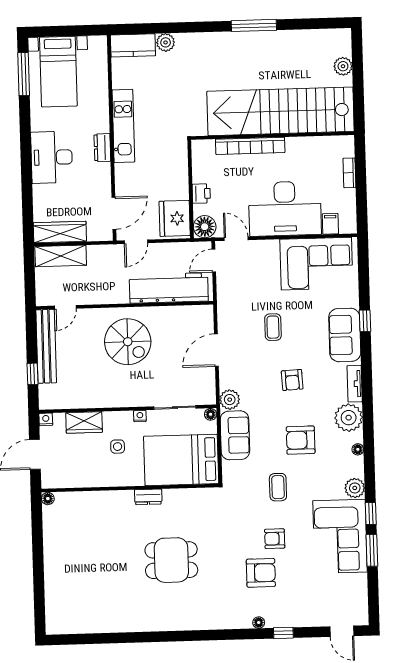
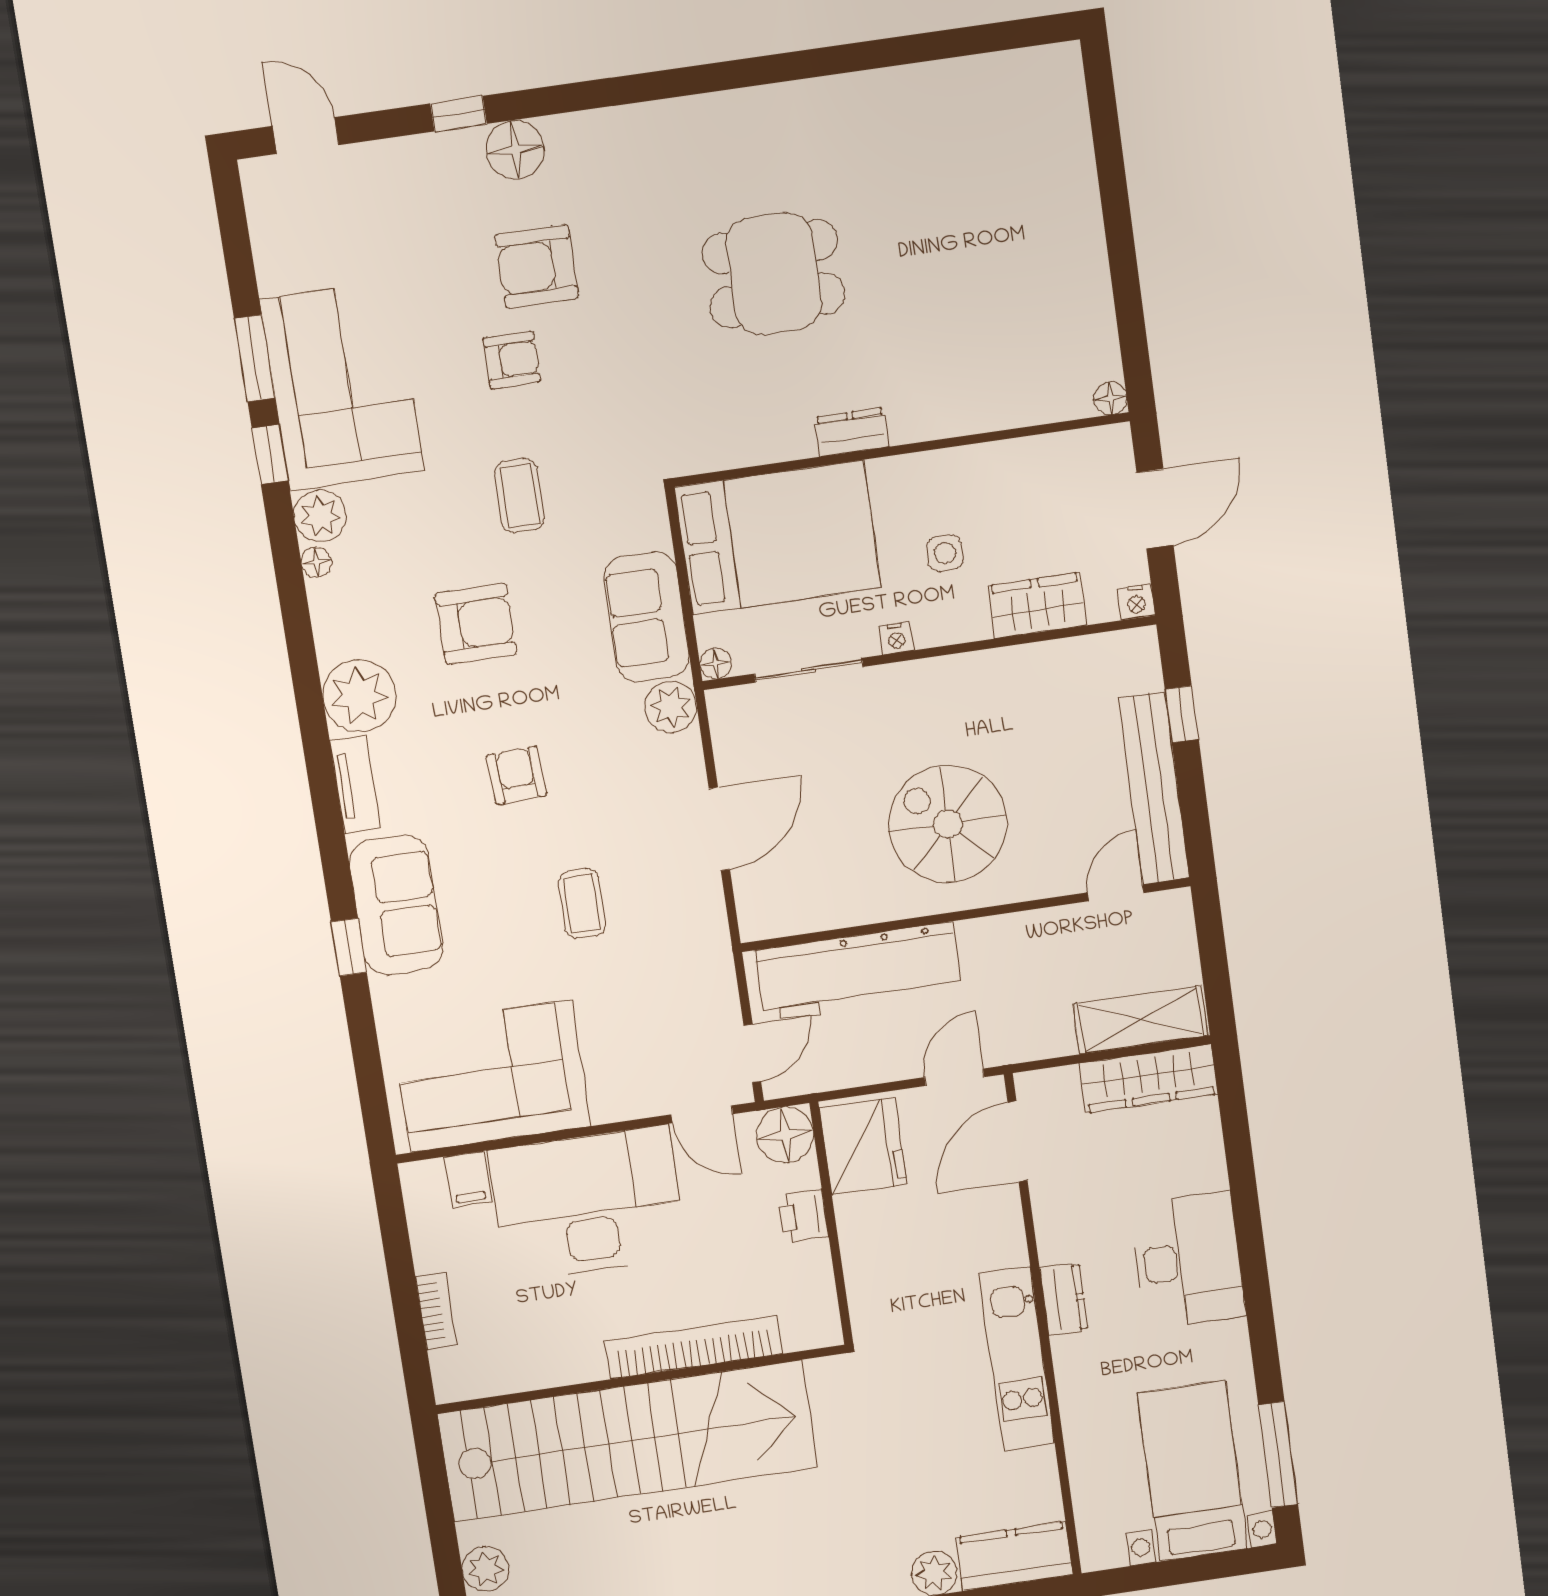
floor lamp: (358, 449) -> (316, 562), moved
floor lamp: (259, 623) -> (515, 150), width x1.89, depth x1.89

